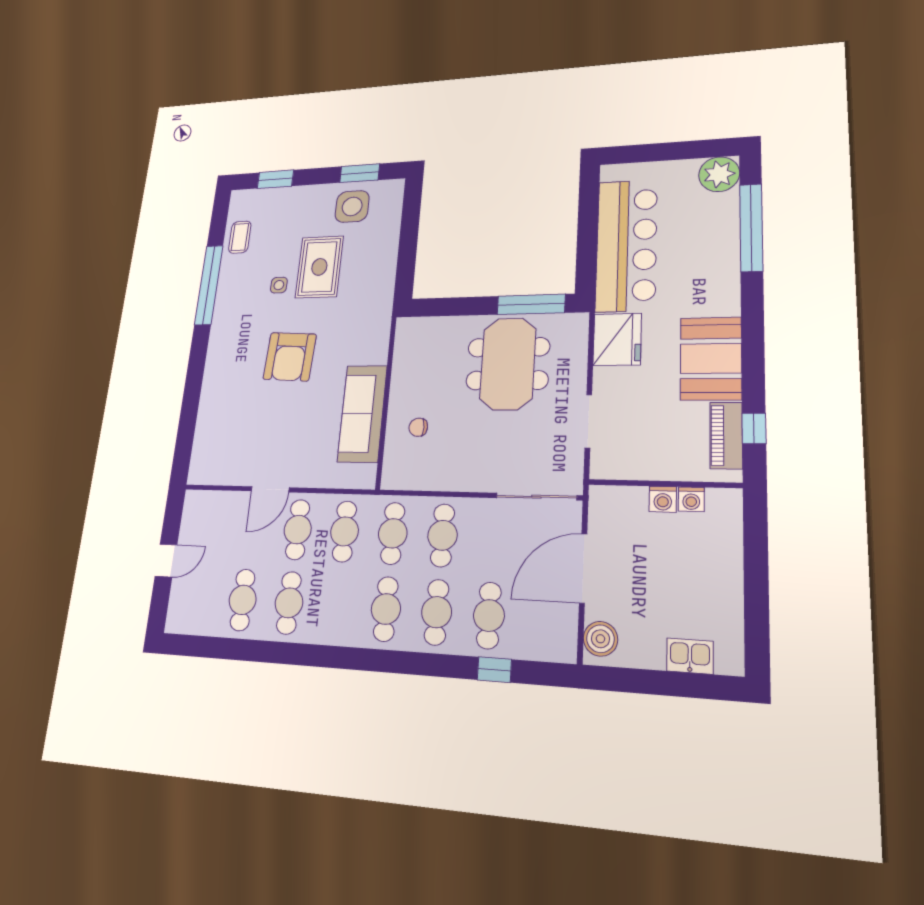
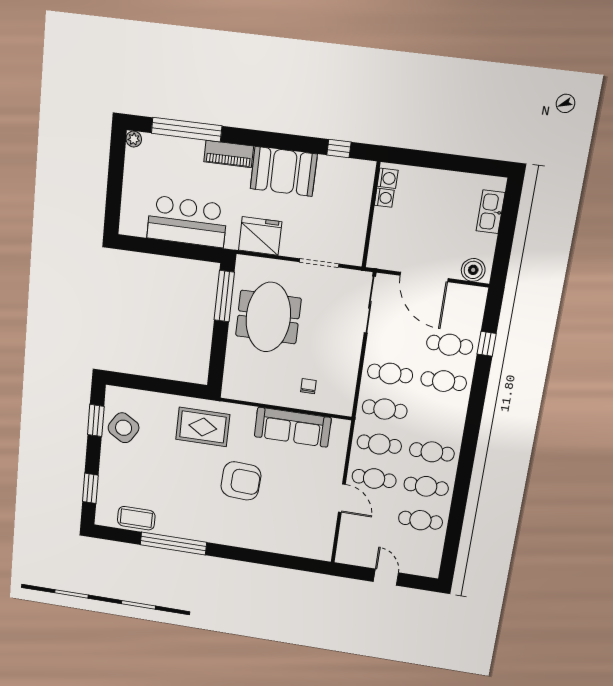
plant: (719, 174) -> (134, 139), width x0.53, depth x0.53
side table: (352, 206) -> (124, 428), turned 32
coffee table: (240, 237) -> (136, 518), width x1.36, depth x1.30
bar counter: (626, 245) -> (187, 221), width x0.73
rug: (319, 267) -> (203, 427), moved
side table: (279, 285) -> (181, 488), removed
meeting table: (508, 364) -> (268, 317), turned 90
chair: (418, 427) -> (308, 386), turned 180
piano: (726, 435) -> (229, 154), moved
washing machine: (663, 499) -> (388, 178), moved
cafe table: (386, 609) -> (432, 452), moved
kitchen sink: (690, 656) -> (491, 212), width x1.38

